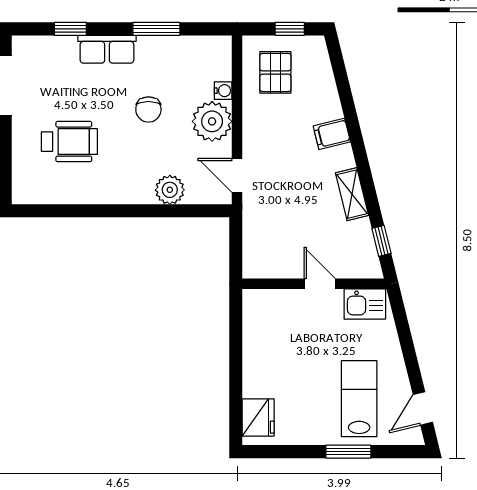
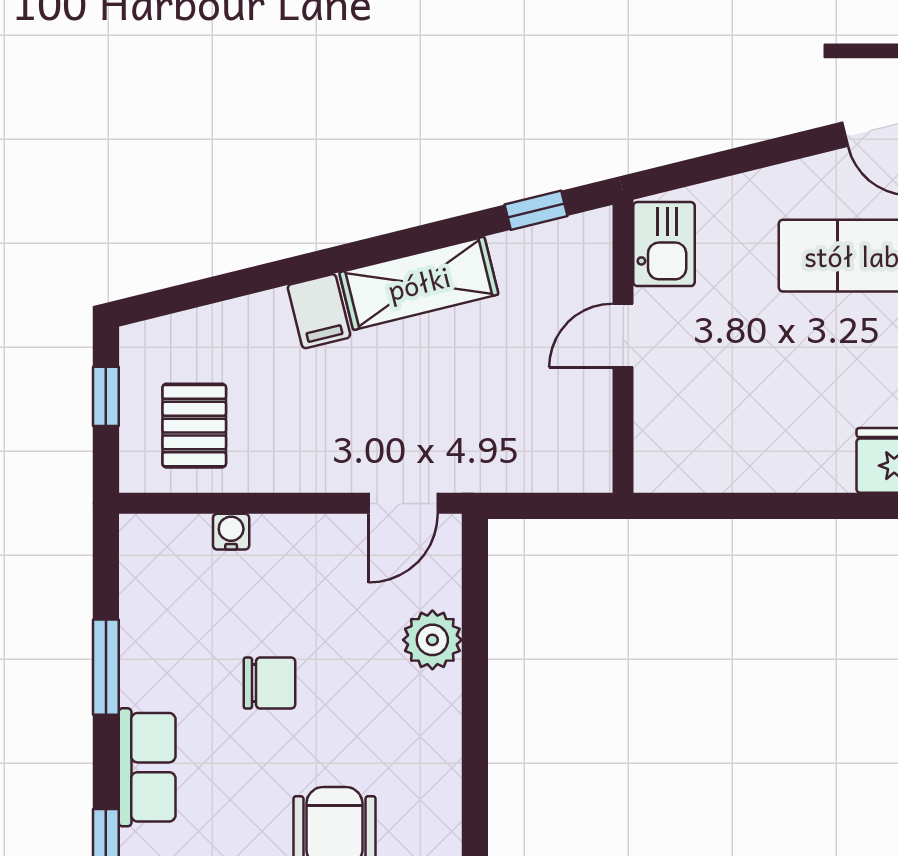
pallet: (275, 72) -> (194, 426), turned 90
plant: (212, 121) -> (294, 554), removed
shelving: (352, 194) -> (419, 283), width x1.50, depth x1.33

